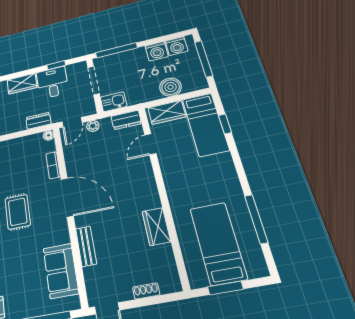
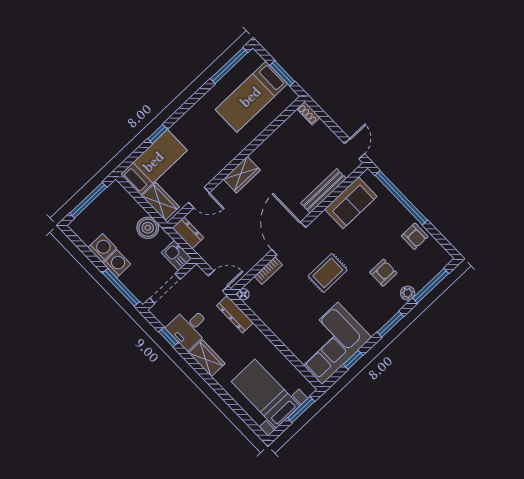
washing machine: (177, 46) -> (117, 264), moved
boiler: (171, 87) -> (148, 228), moved
dresser: (38, 121) -> (235, 314), width x1.44
window: (225, 124) -> (158, 134), moved
plant: (93, 126) -> (211, 259), removed
window: (256, 219) -> (229, 66), moved
wardrobe: (156, 227) -> (242, 175), moved
bench: (86, 246) -> (323, 191), width x1.36
shoe rack: (146, 291) -> (308, 113), moved

